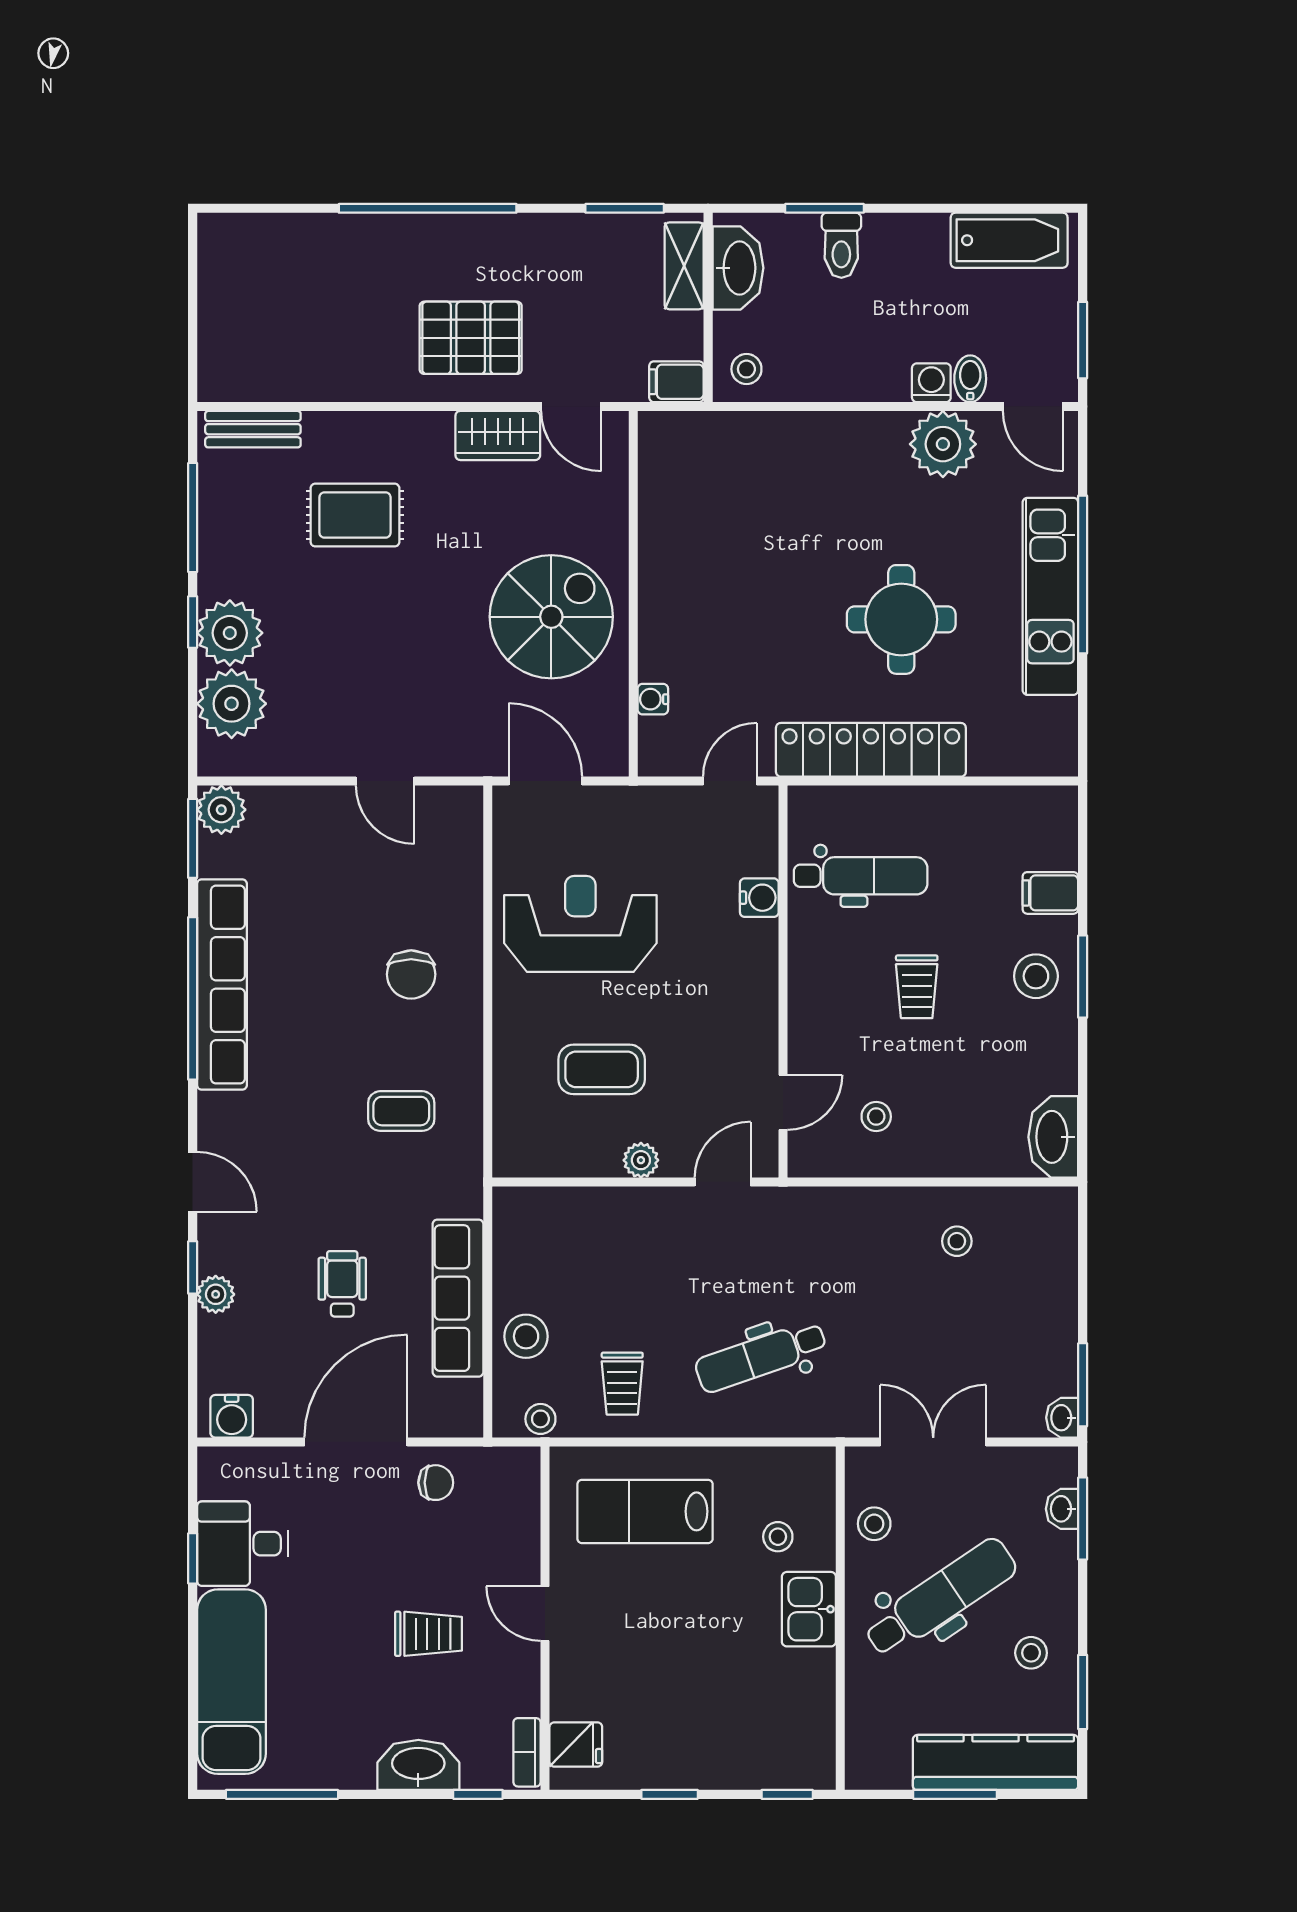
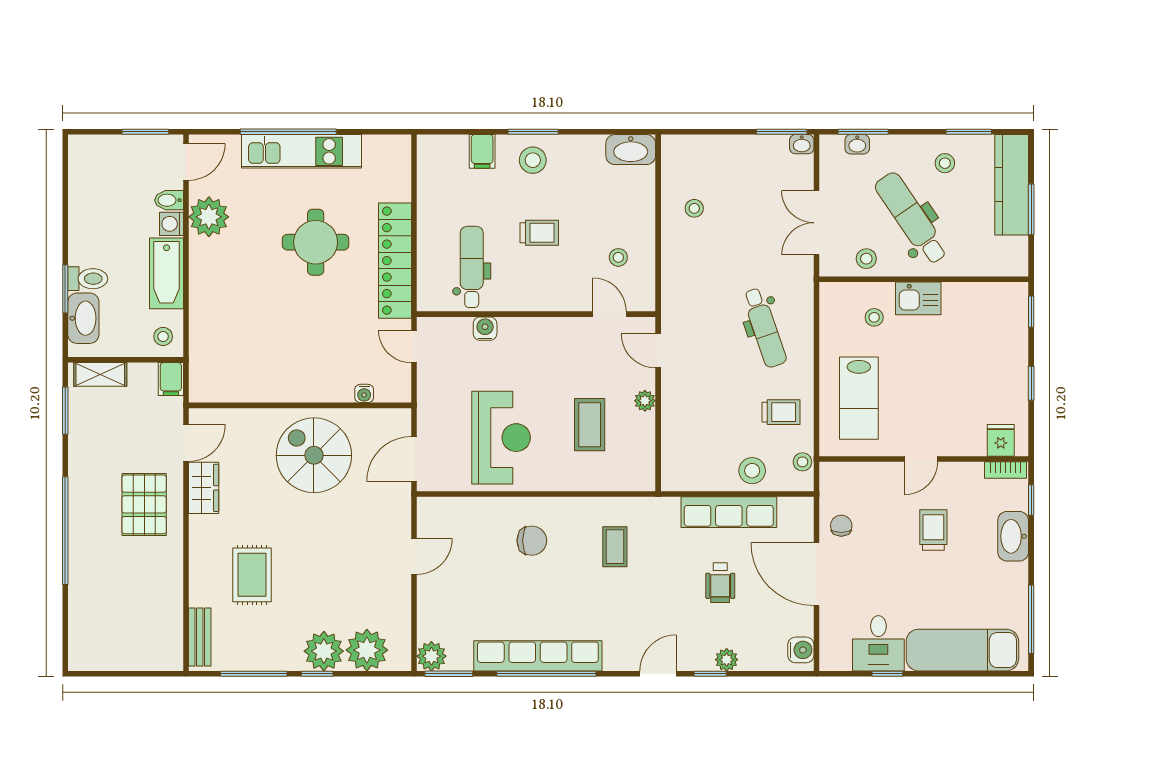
bathtub: (1009, 240) -> (167, 273), moved, turned 180
washbasin: (738, 268) -> (83, 318), moved, turned 90
reception desk: (580, 924) -> (501, 438), turned 180
wheelchair: (342, 1284) -> (720, 583), turned -90

